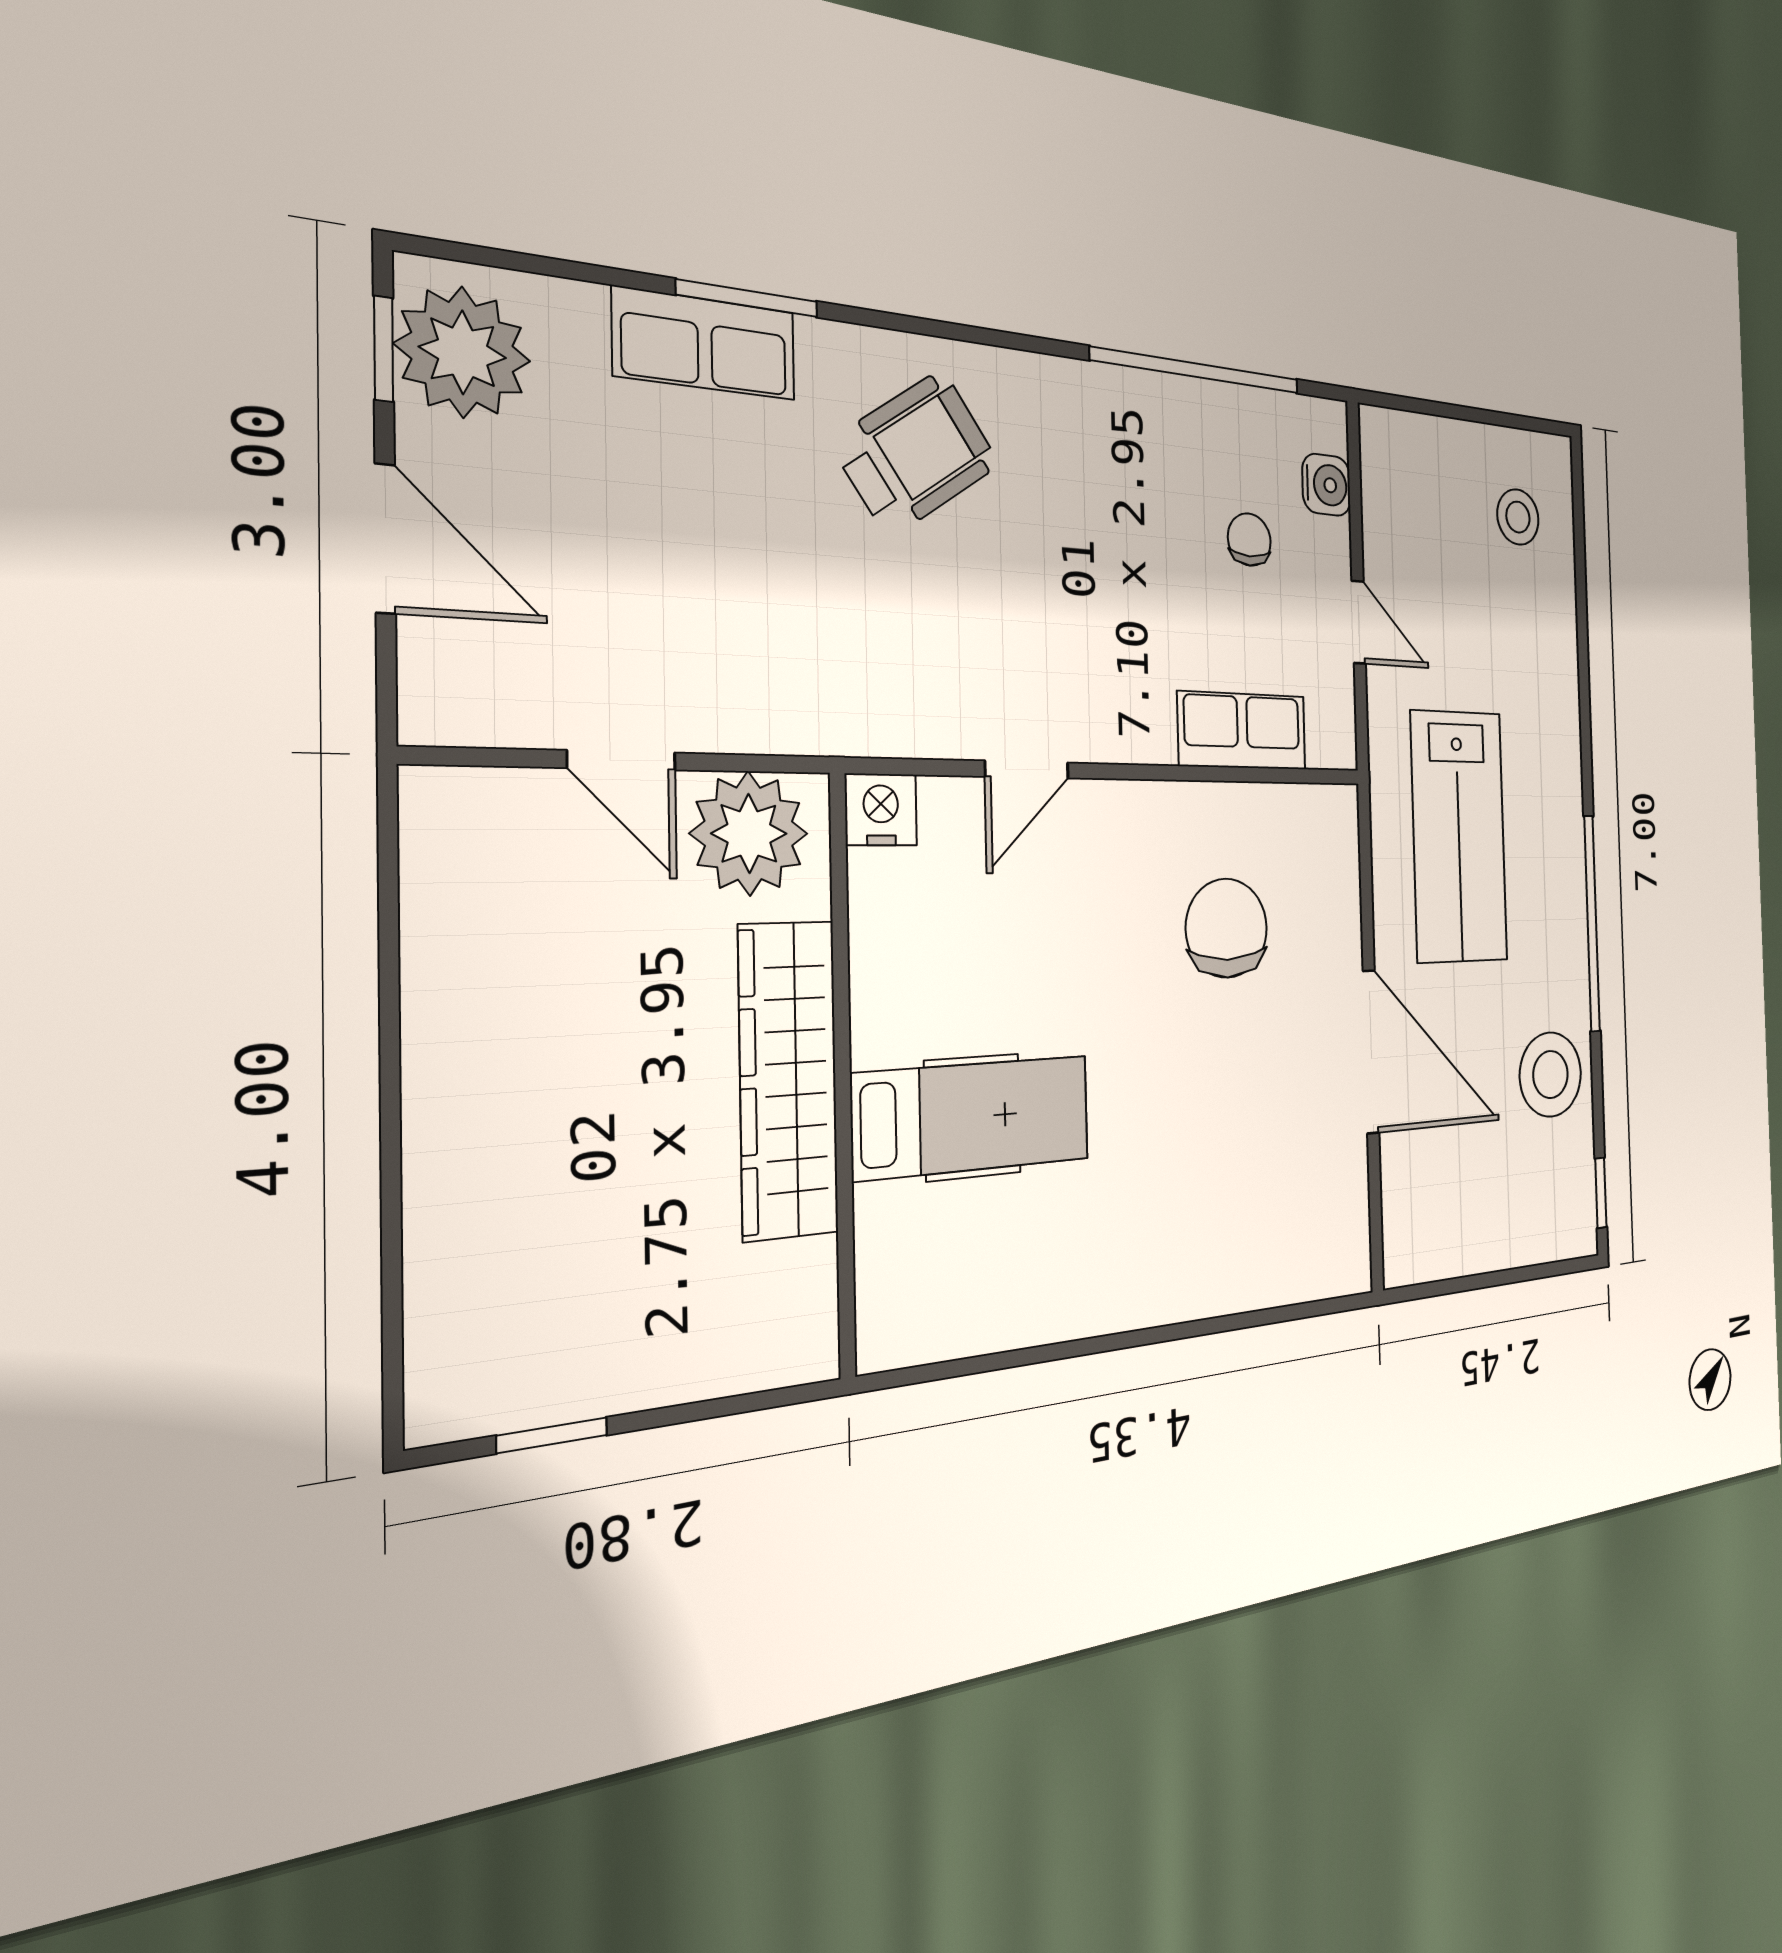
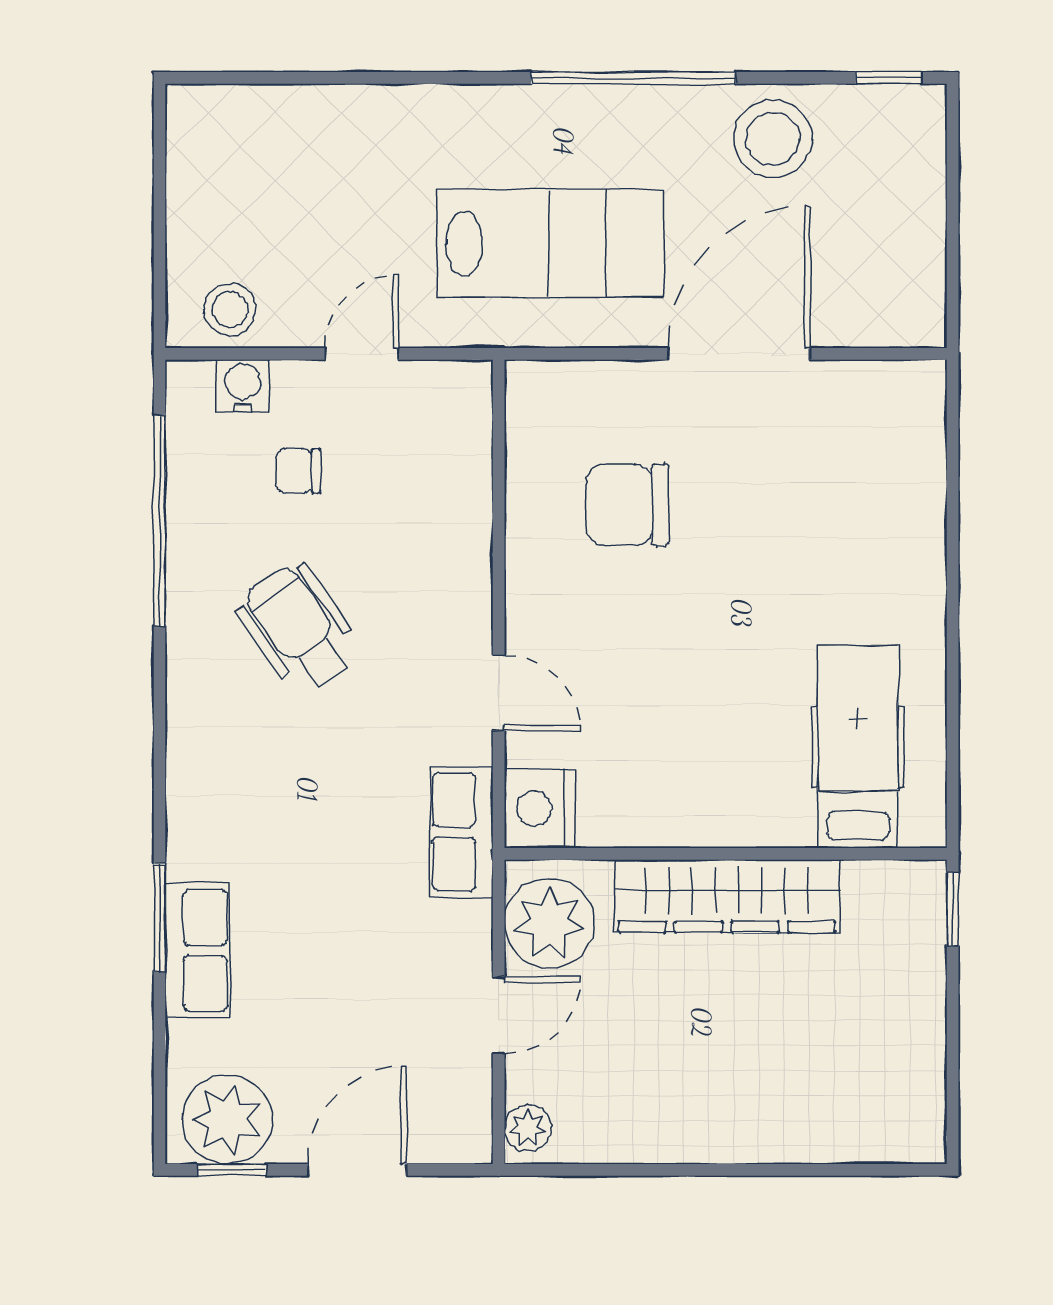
wheelchair: (916, 453) -> (299, 628), moved
stool: (1518, 517) -> (230, 309), moved
row of seats: (1242, 731) -> (461, 832), moved
plant: (454, 800) -> (528, 1128), added
nightstand: (881, 810) -> (540, 808), width x1.36, depth x1.33
hospital bed: (973, 1117) -> (858, 747), moved
window: (552, 1435) -> (953, 909), moved

